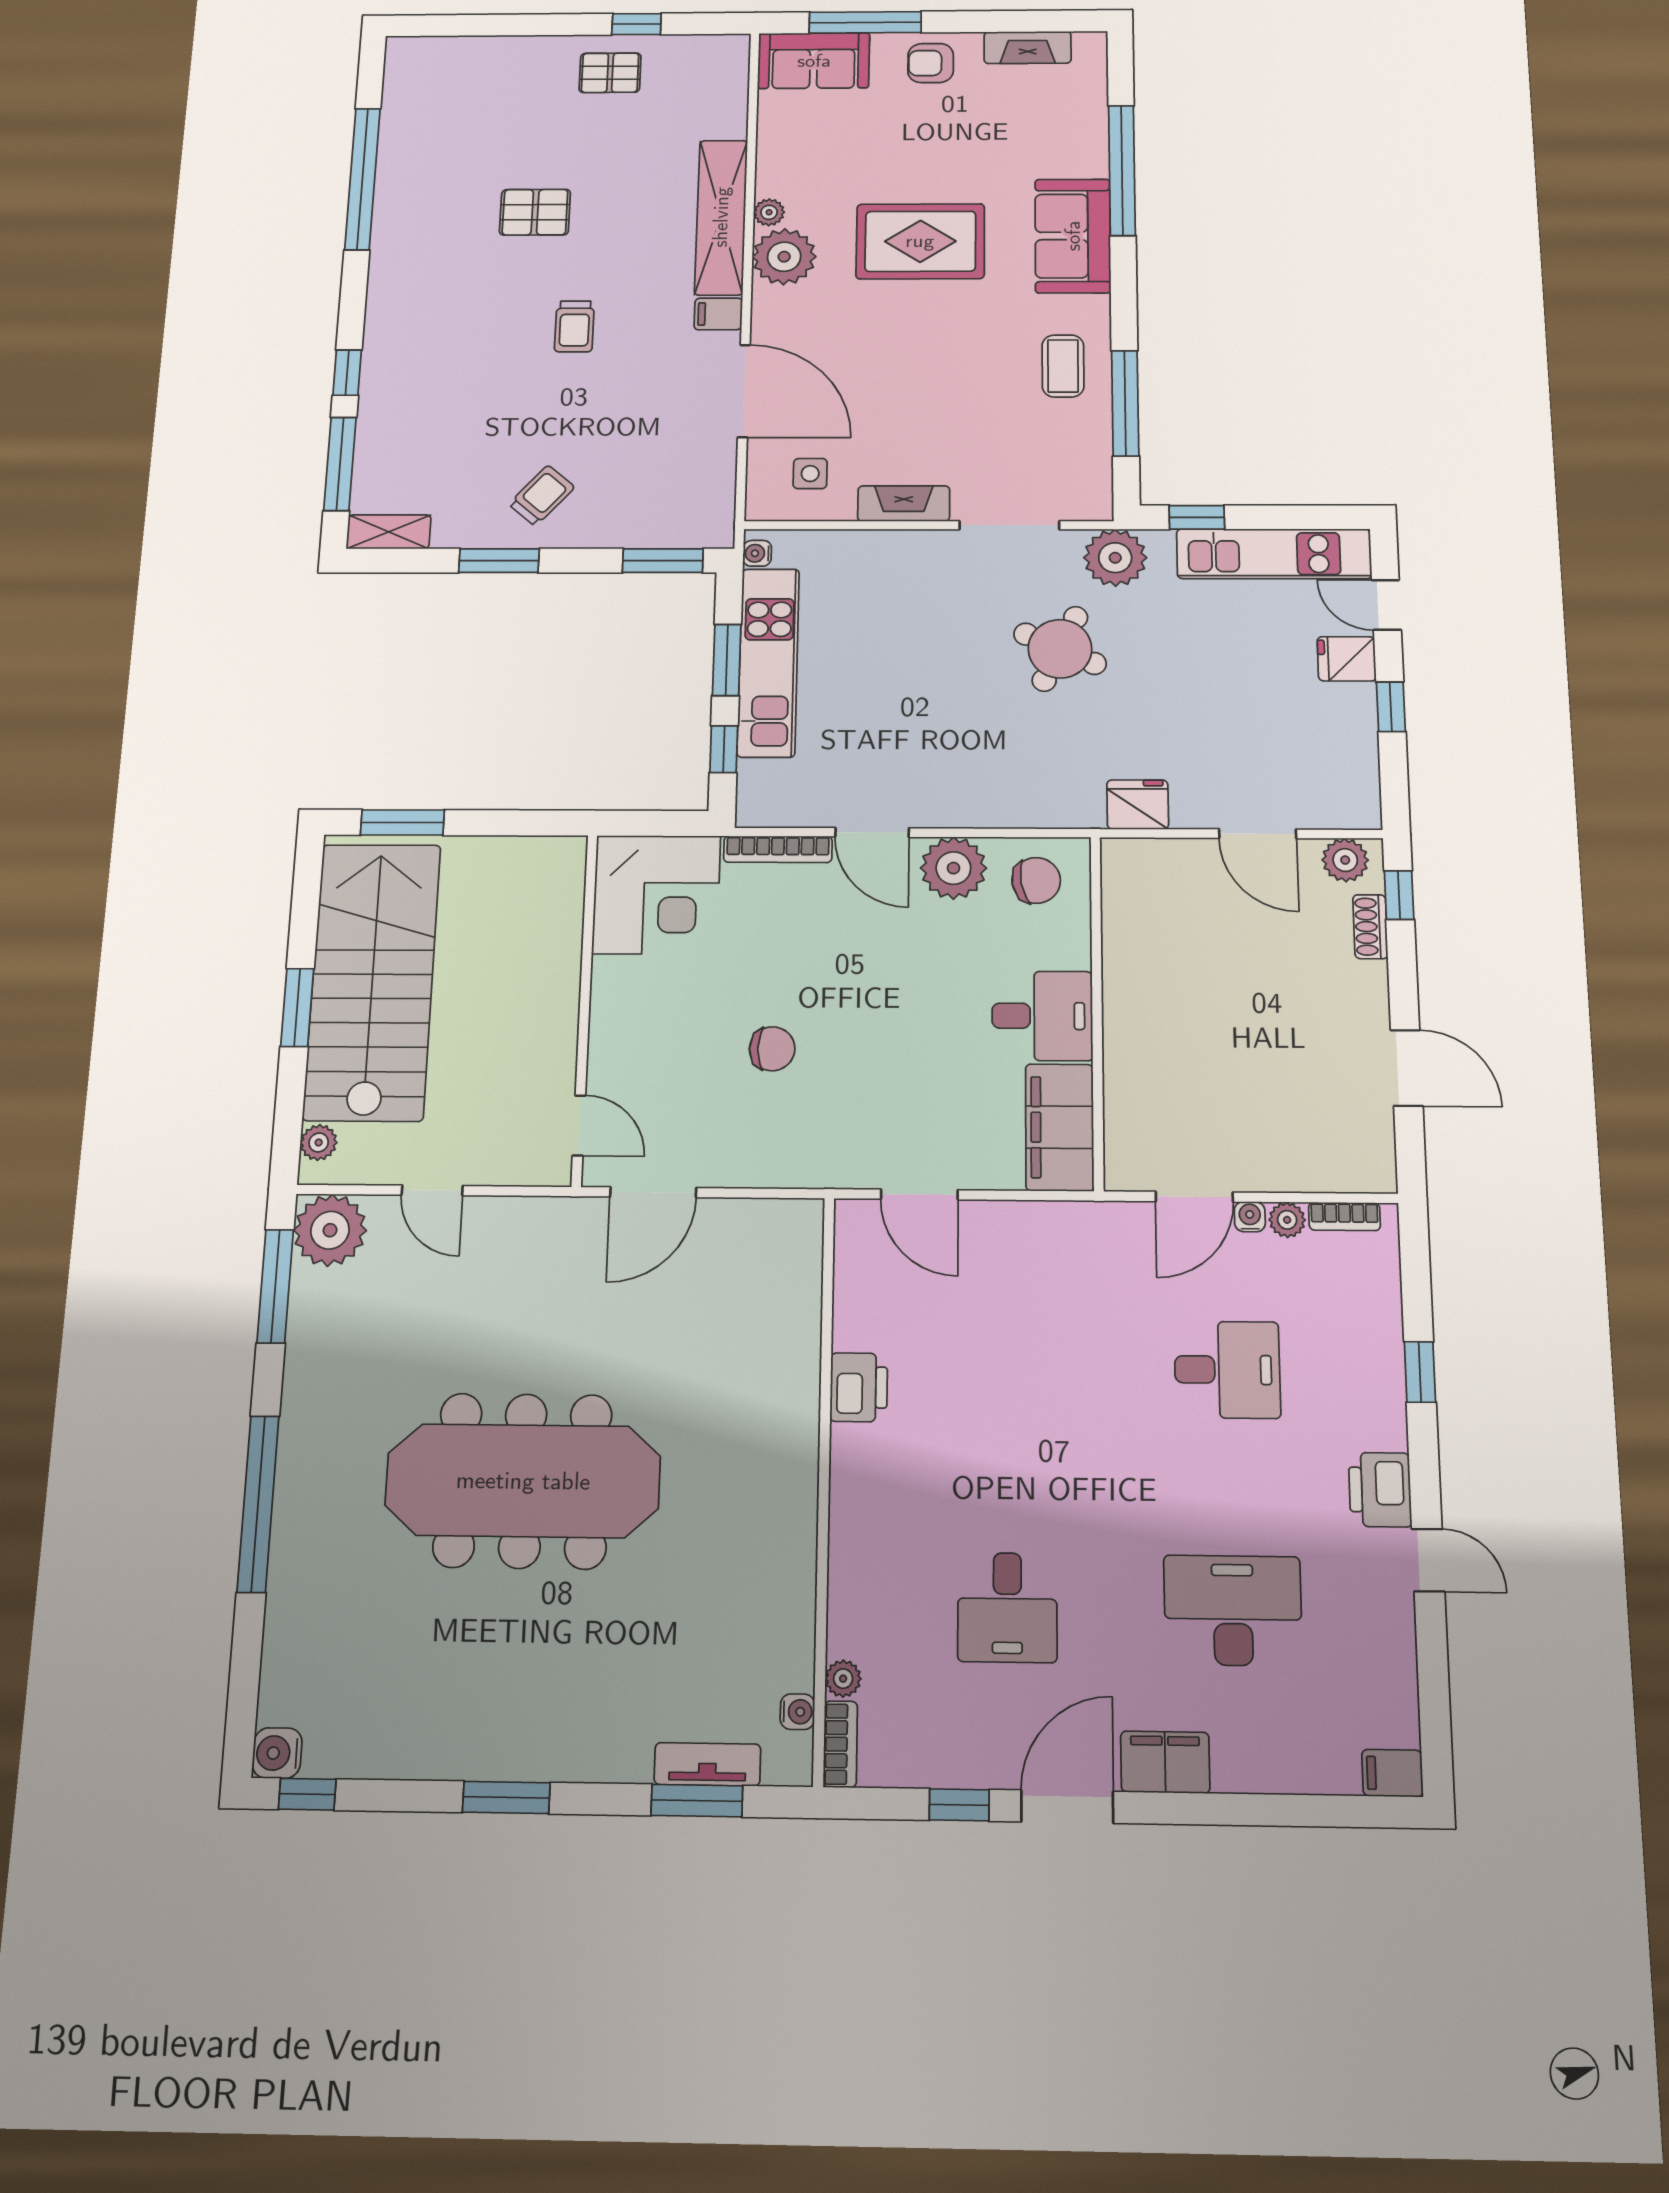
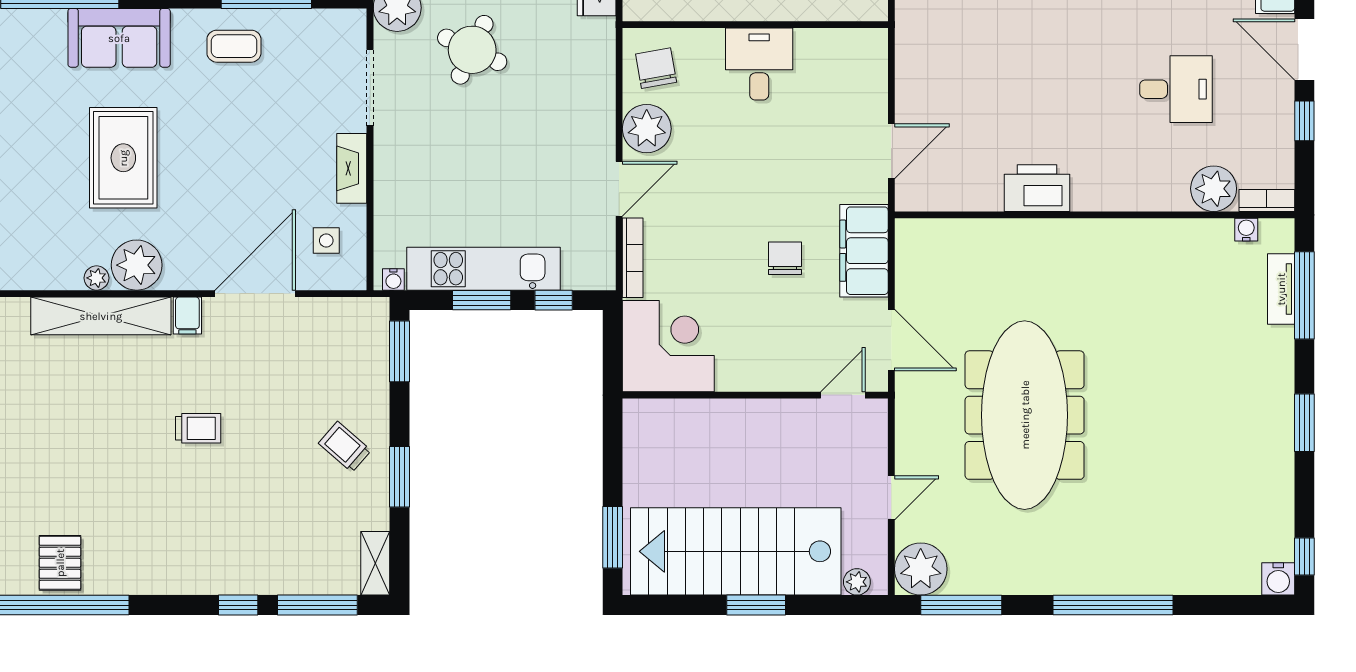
pallet: (535, 212) -> (60, 563), moved
filing cabinet: (1060, 1127) -> (864, 251), moved, turned 90
printer: (859, 1387) -> (1037, 188), width x1.37, depth x1.19
meeting table: (523, 1481) -> (1025, 415), moved
plant: (843, 1679) -> (1214, 189), width x1.88, depth x1.88
window: (697, 1801) -> (1304, 295), width x1.44

